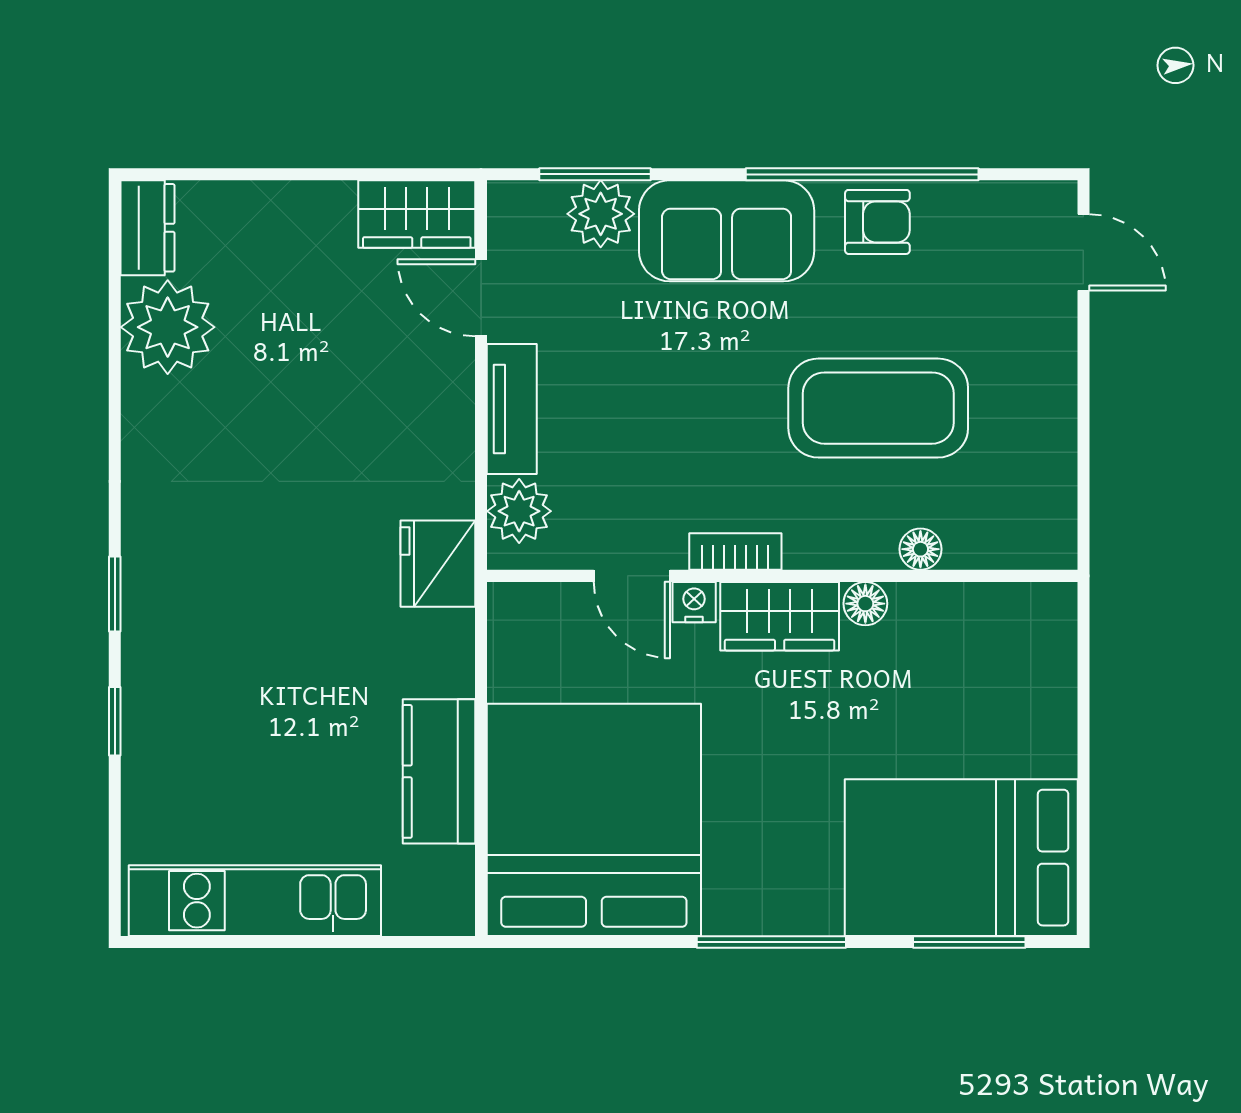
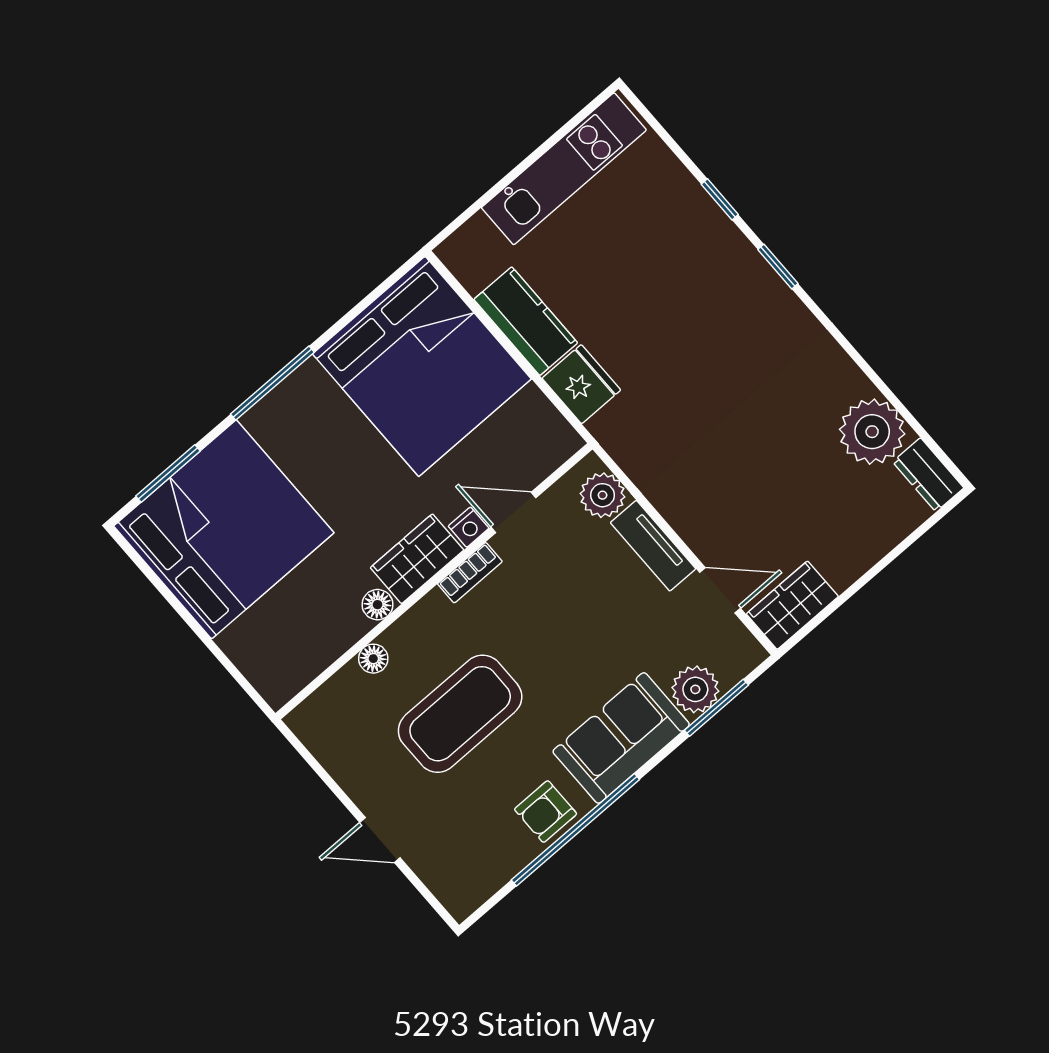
door: (1083, 252) -> (380, 840), moved
fridge: (438, 564) -> (581, 384), moved
bed: (961, 858) -> (224, 529), width x1.36

